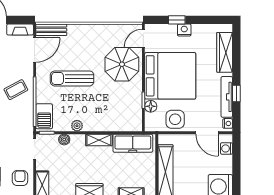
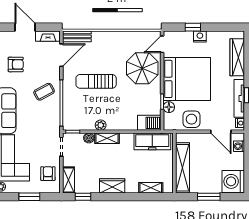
barbecue: (44, 116) -> (149, 123), moved, turned -90
shelving: (99, 140) -> (107, 138), moved

